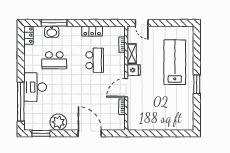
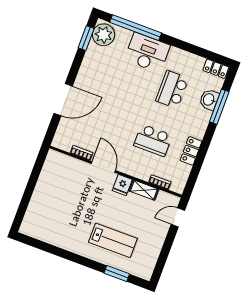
lab bench: (175, 62) -> (113, 240), width x0.73, depth x0.72
window: (197, 84) -> (117, 273), moved
plant: (58, 122) -> (104, 35), moved

